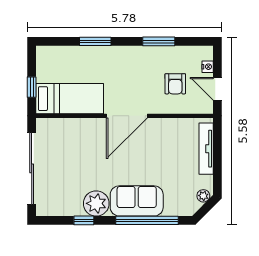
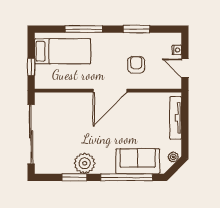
window: (95, 41) -> (84, 29), width x1.44
armchair: (175, 84) -> (136, 65), moved, turned 180
bed: (70, 99) -> (63, 51), moved
sofa: (137, 201) -> (138, 161), moved
window: (84, 220) -> (74, 177), width x1.50

